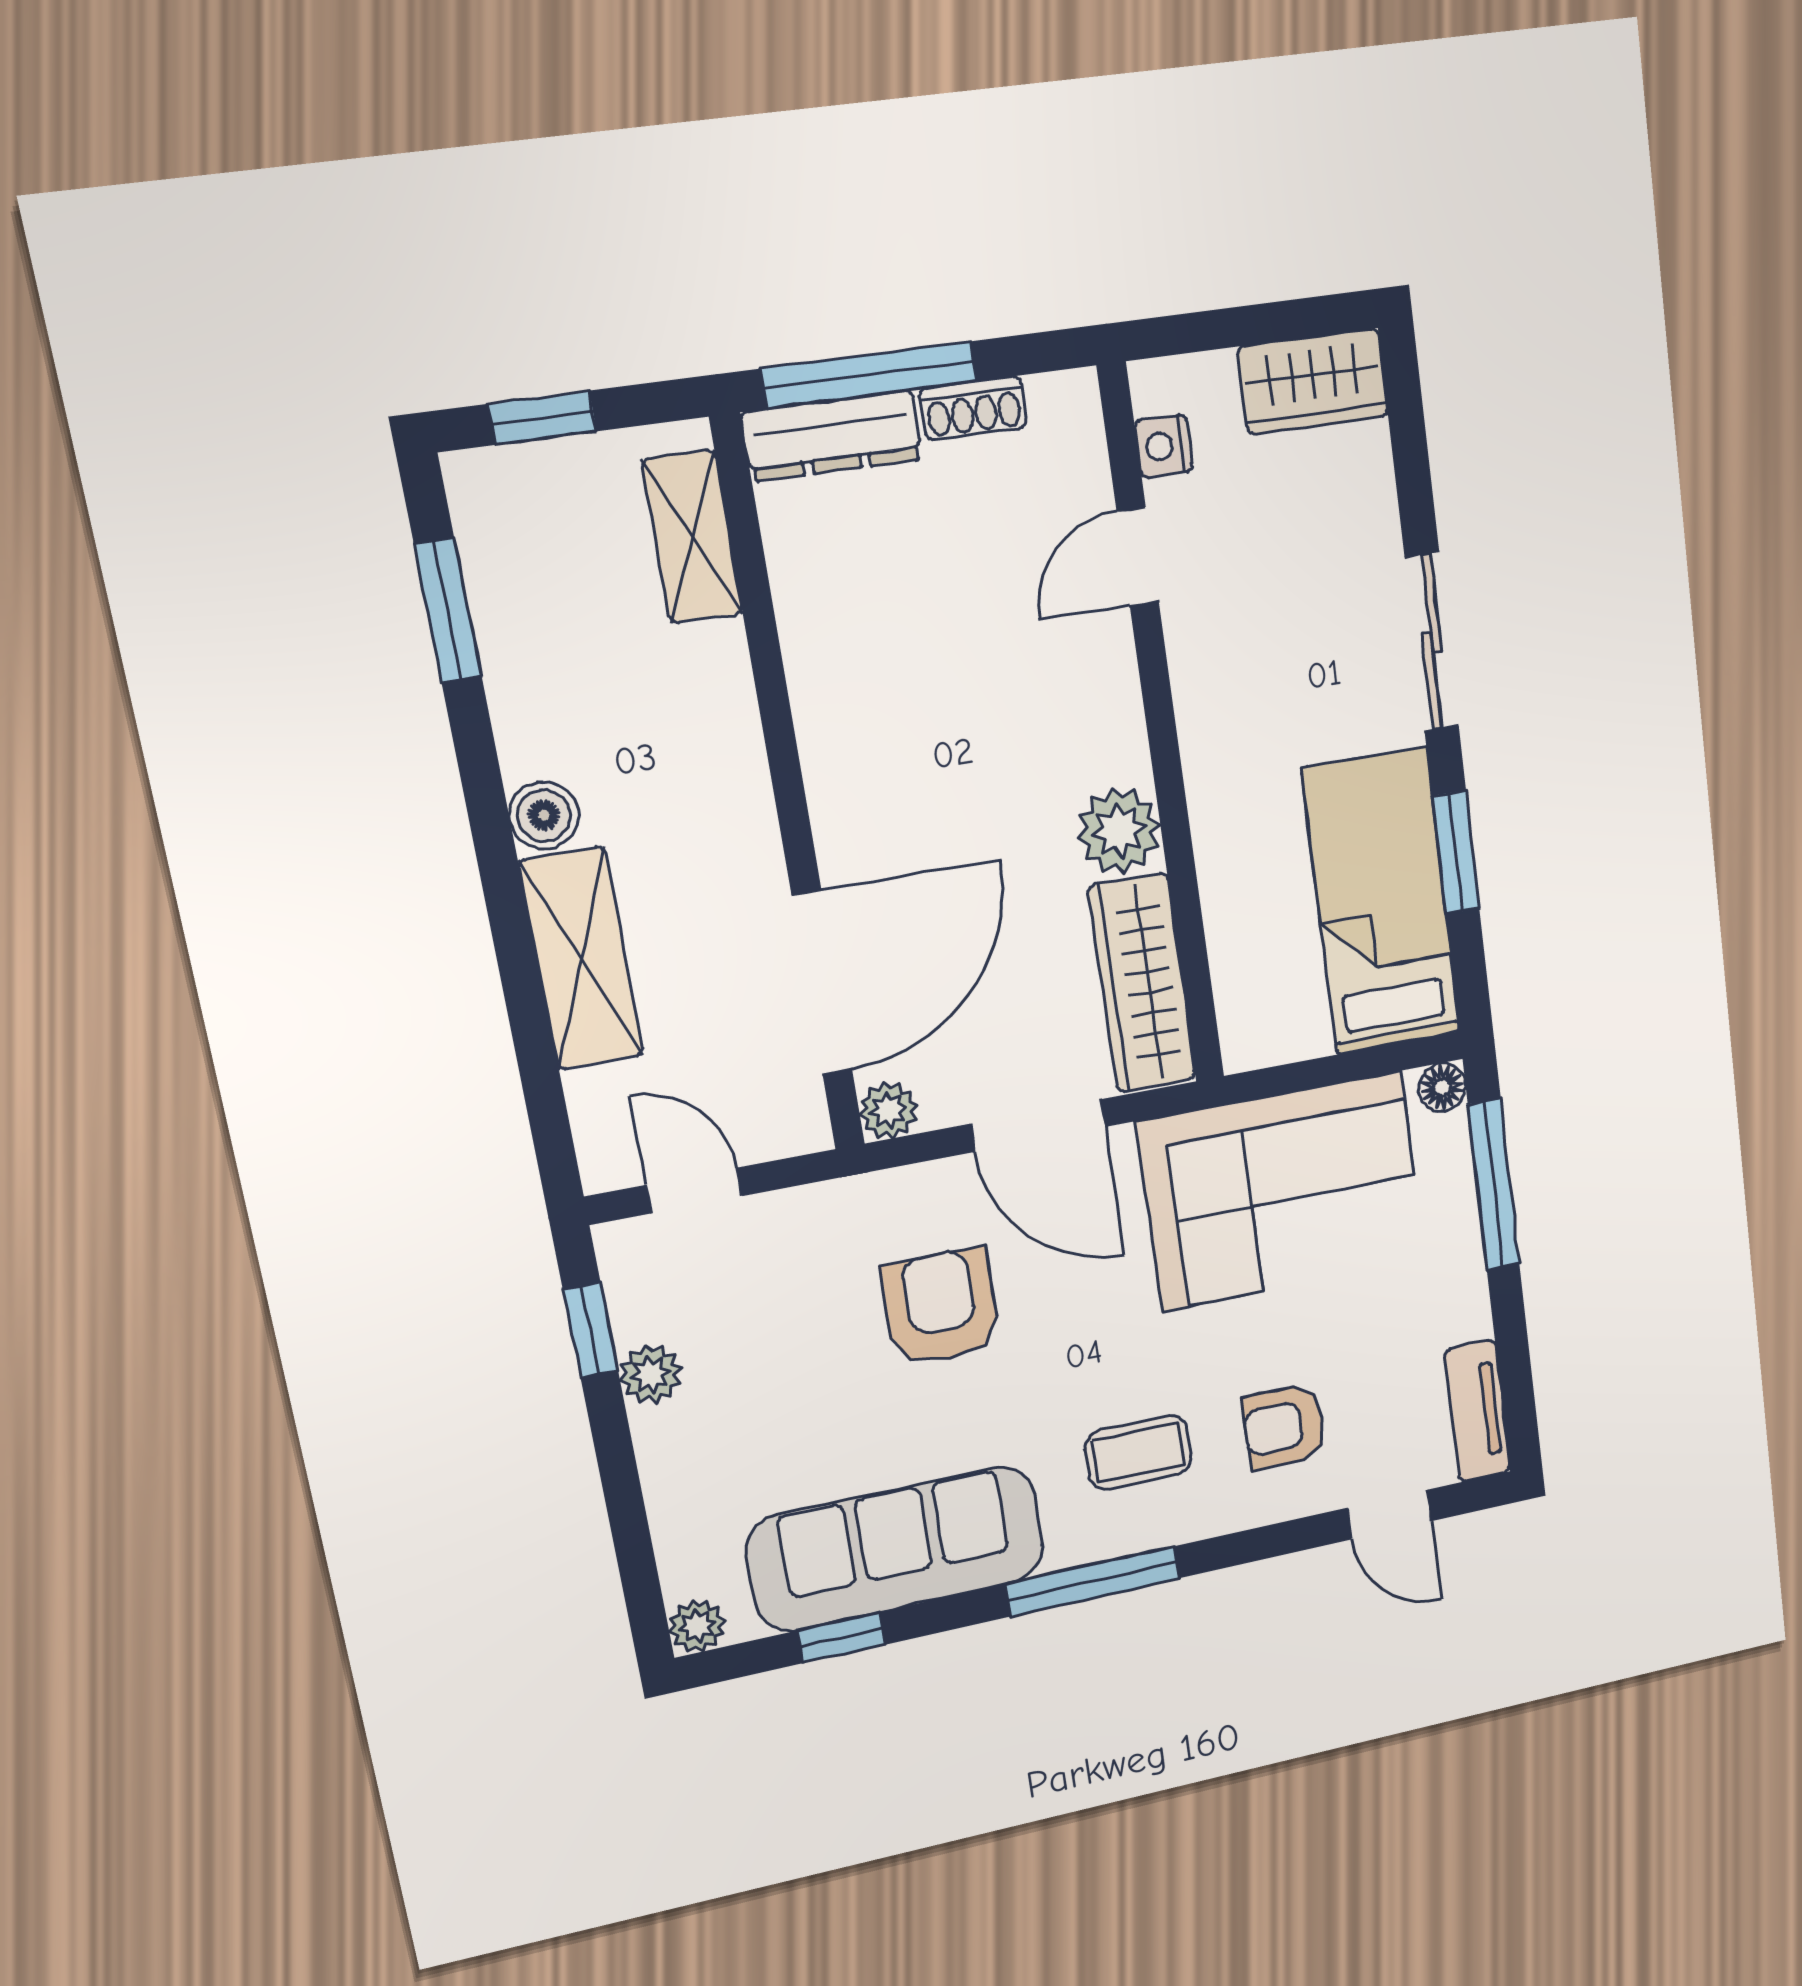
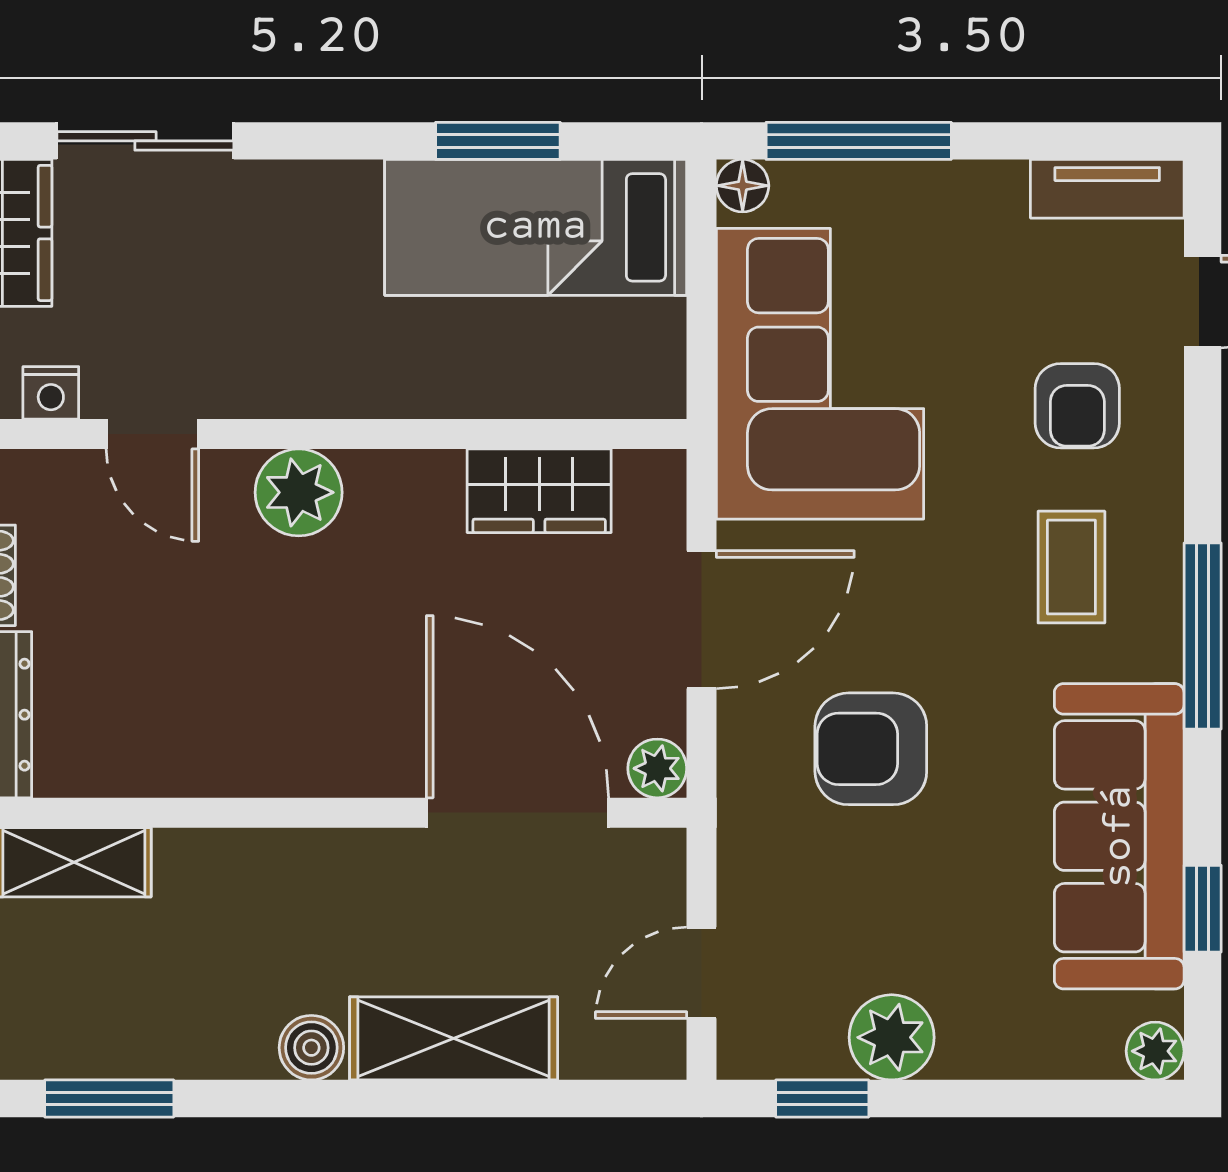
sliding door: (1432, 642) -> (145, 141), moved
plant: (1119, 831) -> (299, 492), moved
wardrobe: (1142, 983) -> (539, 491), width x0.67
plant: (651, 1374) -> (892, 1037), width x1.38, depth x1.38

